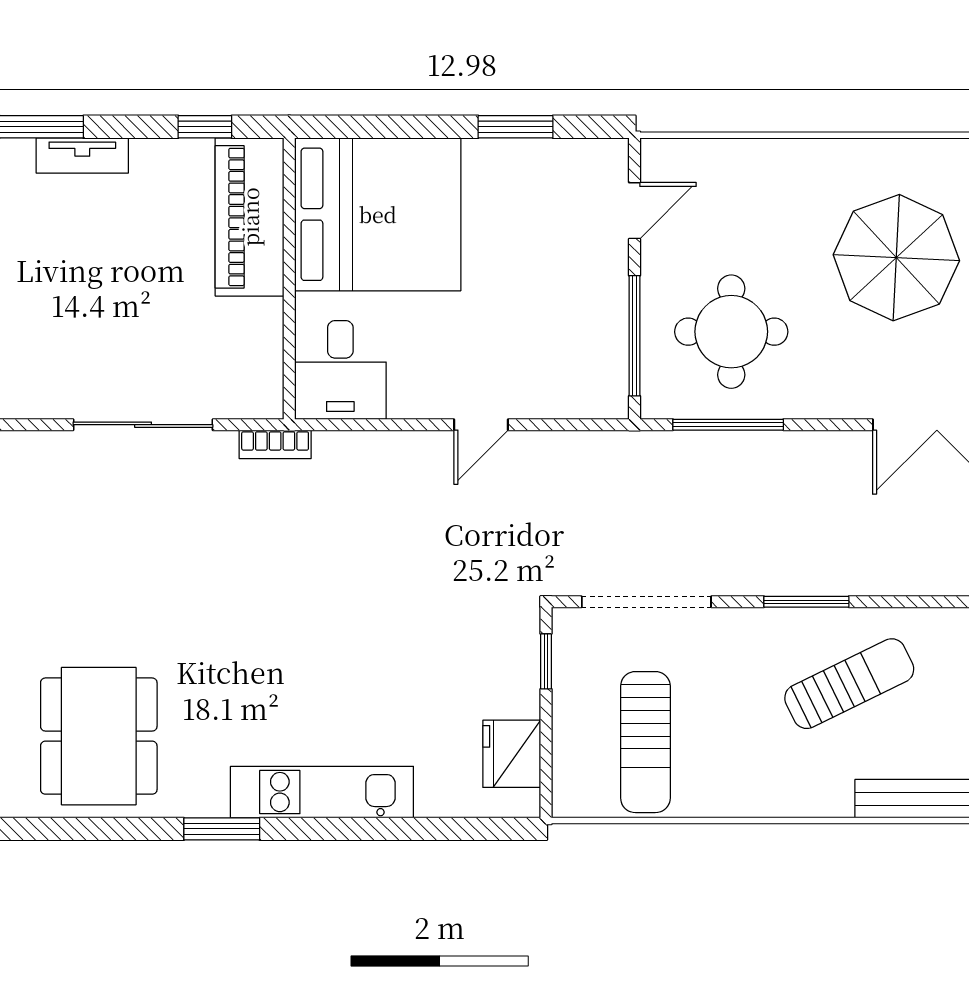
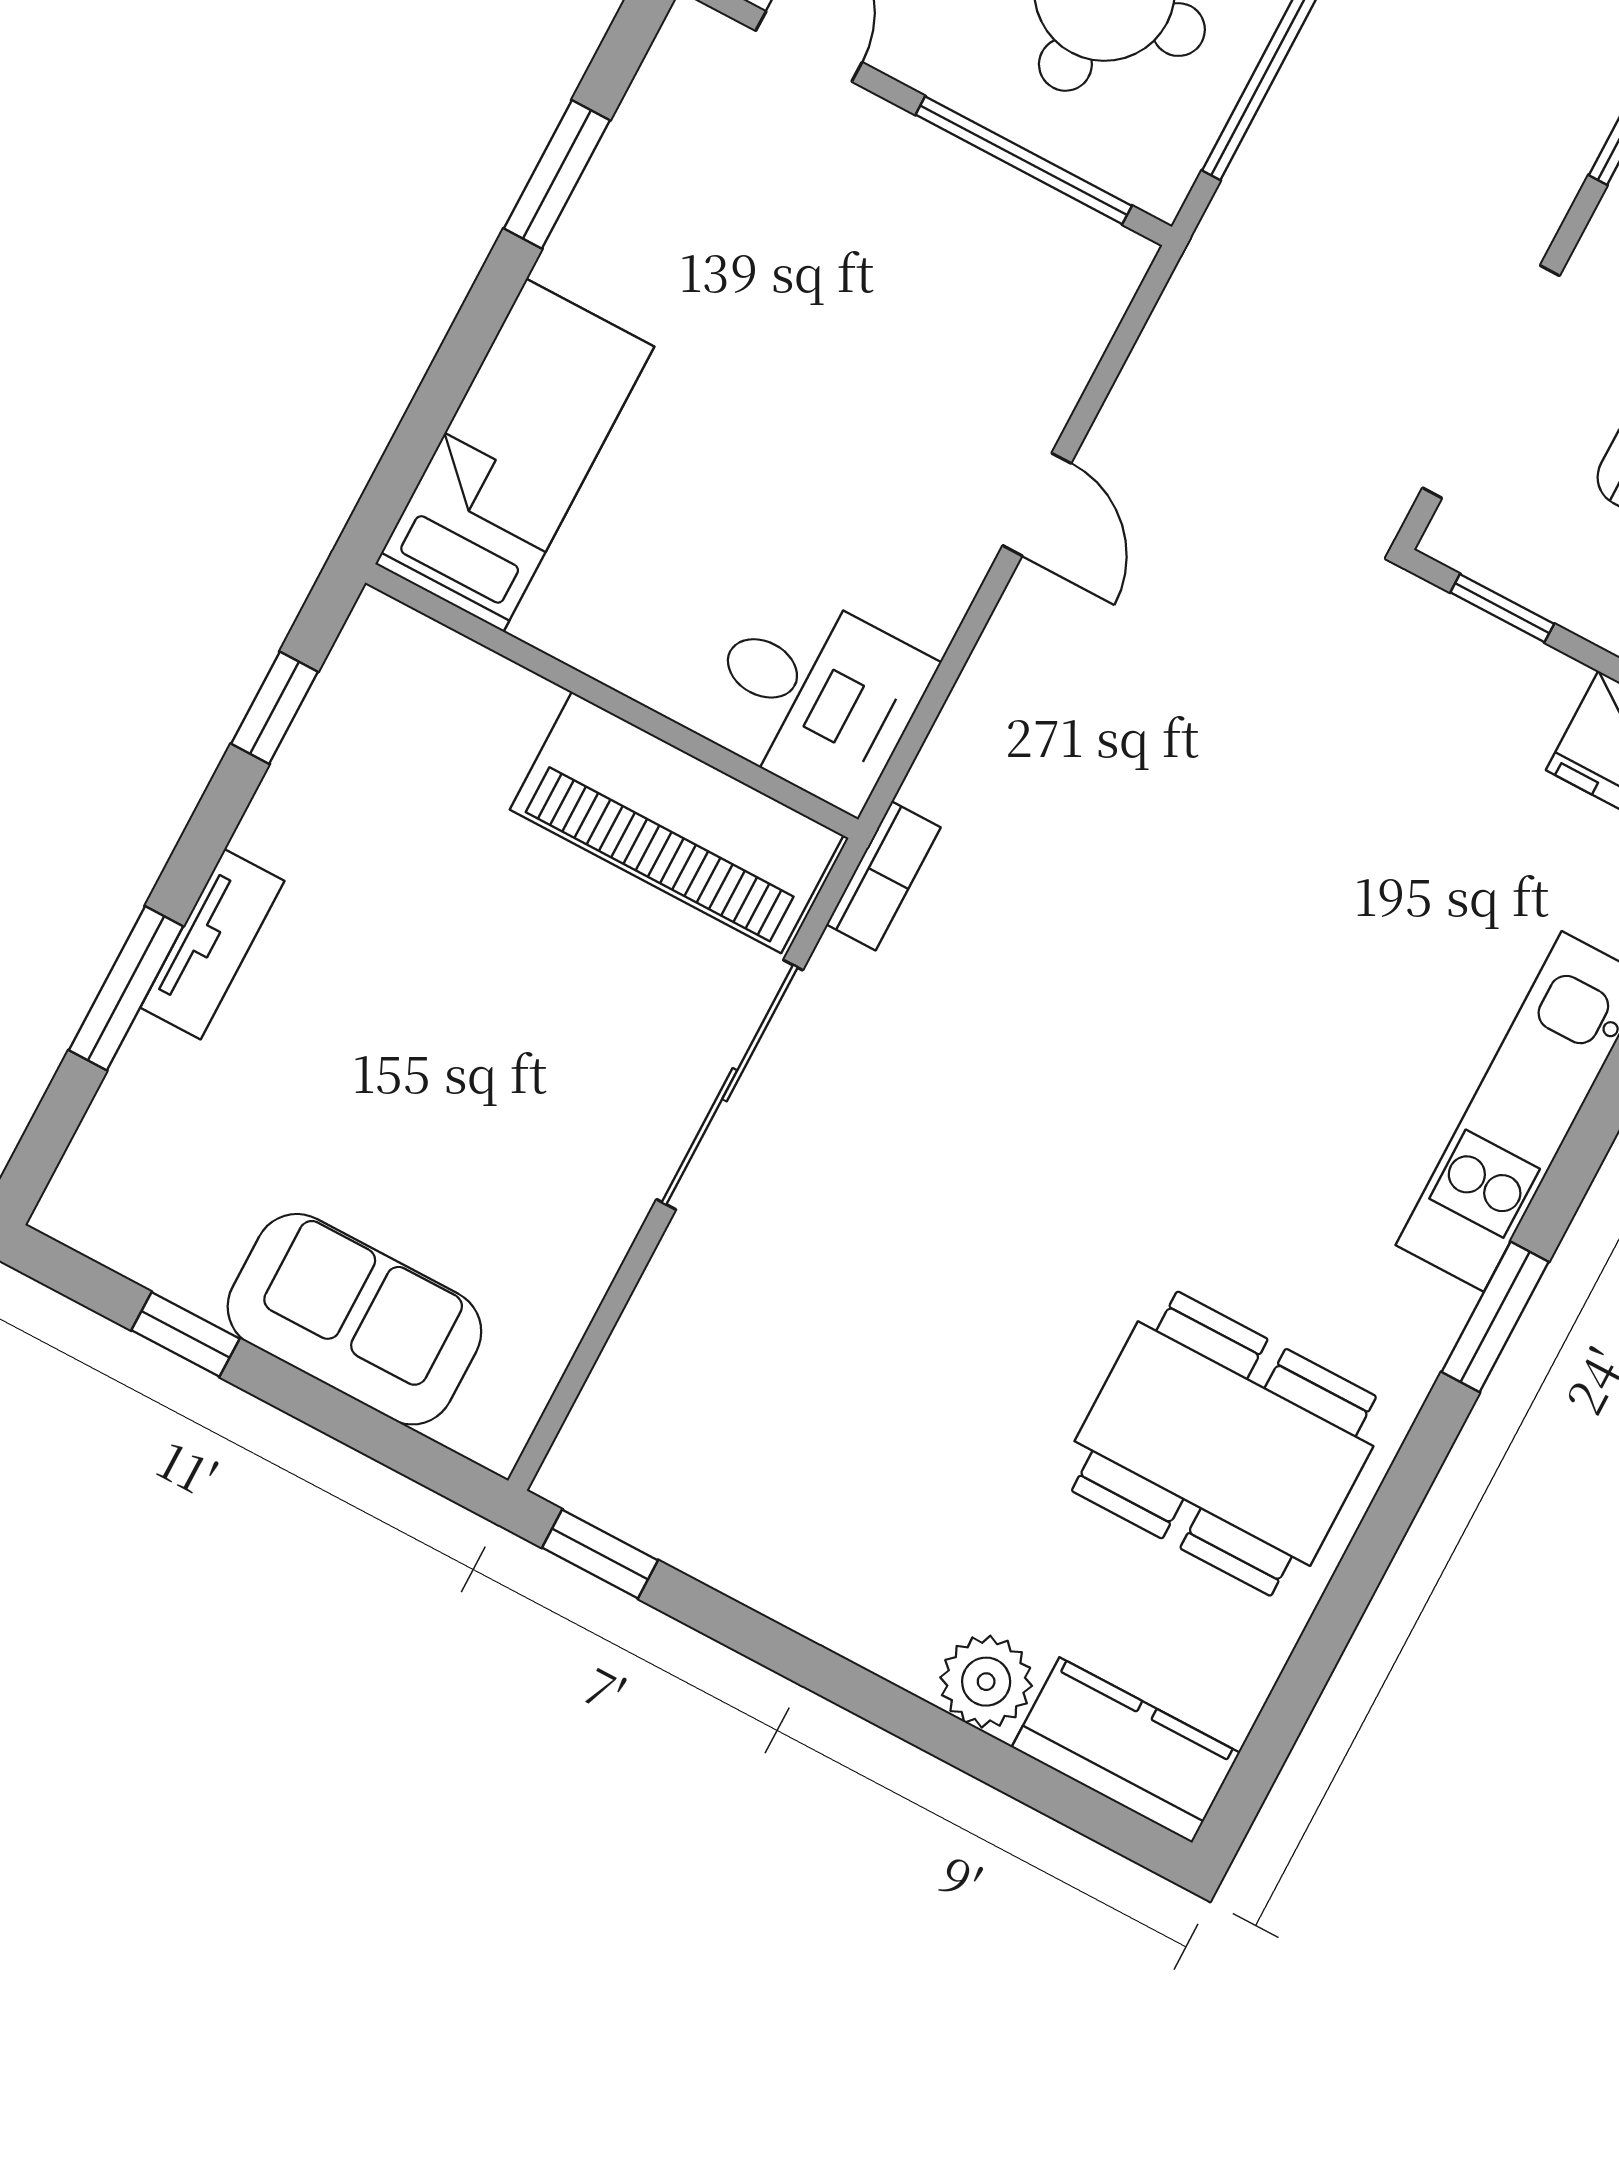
bed: (378, 214) -> (515, 455), width x0.49
piano: (250, 217) -> (677, 822), moved

